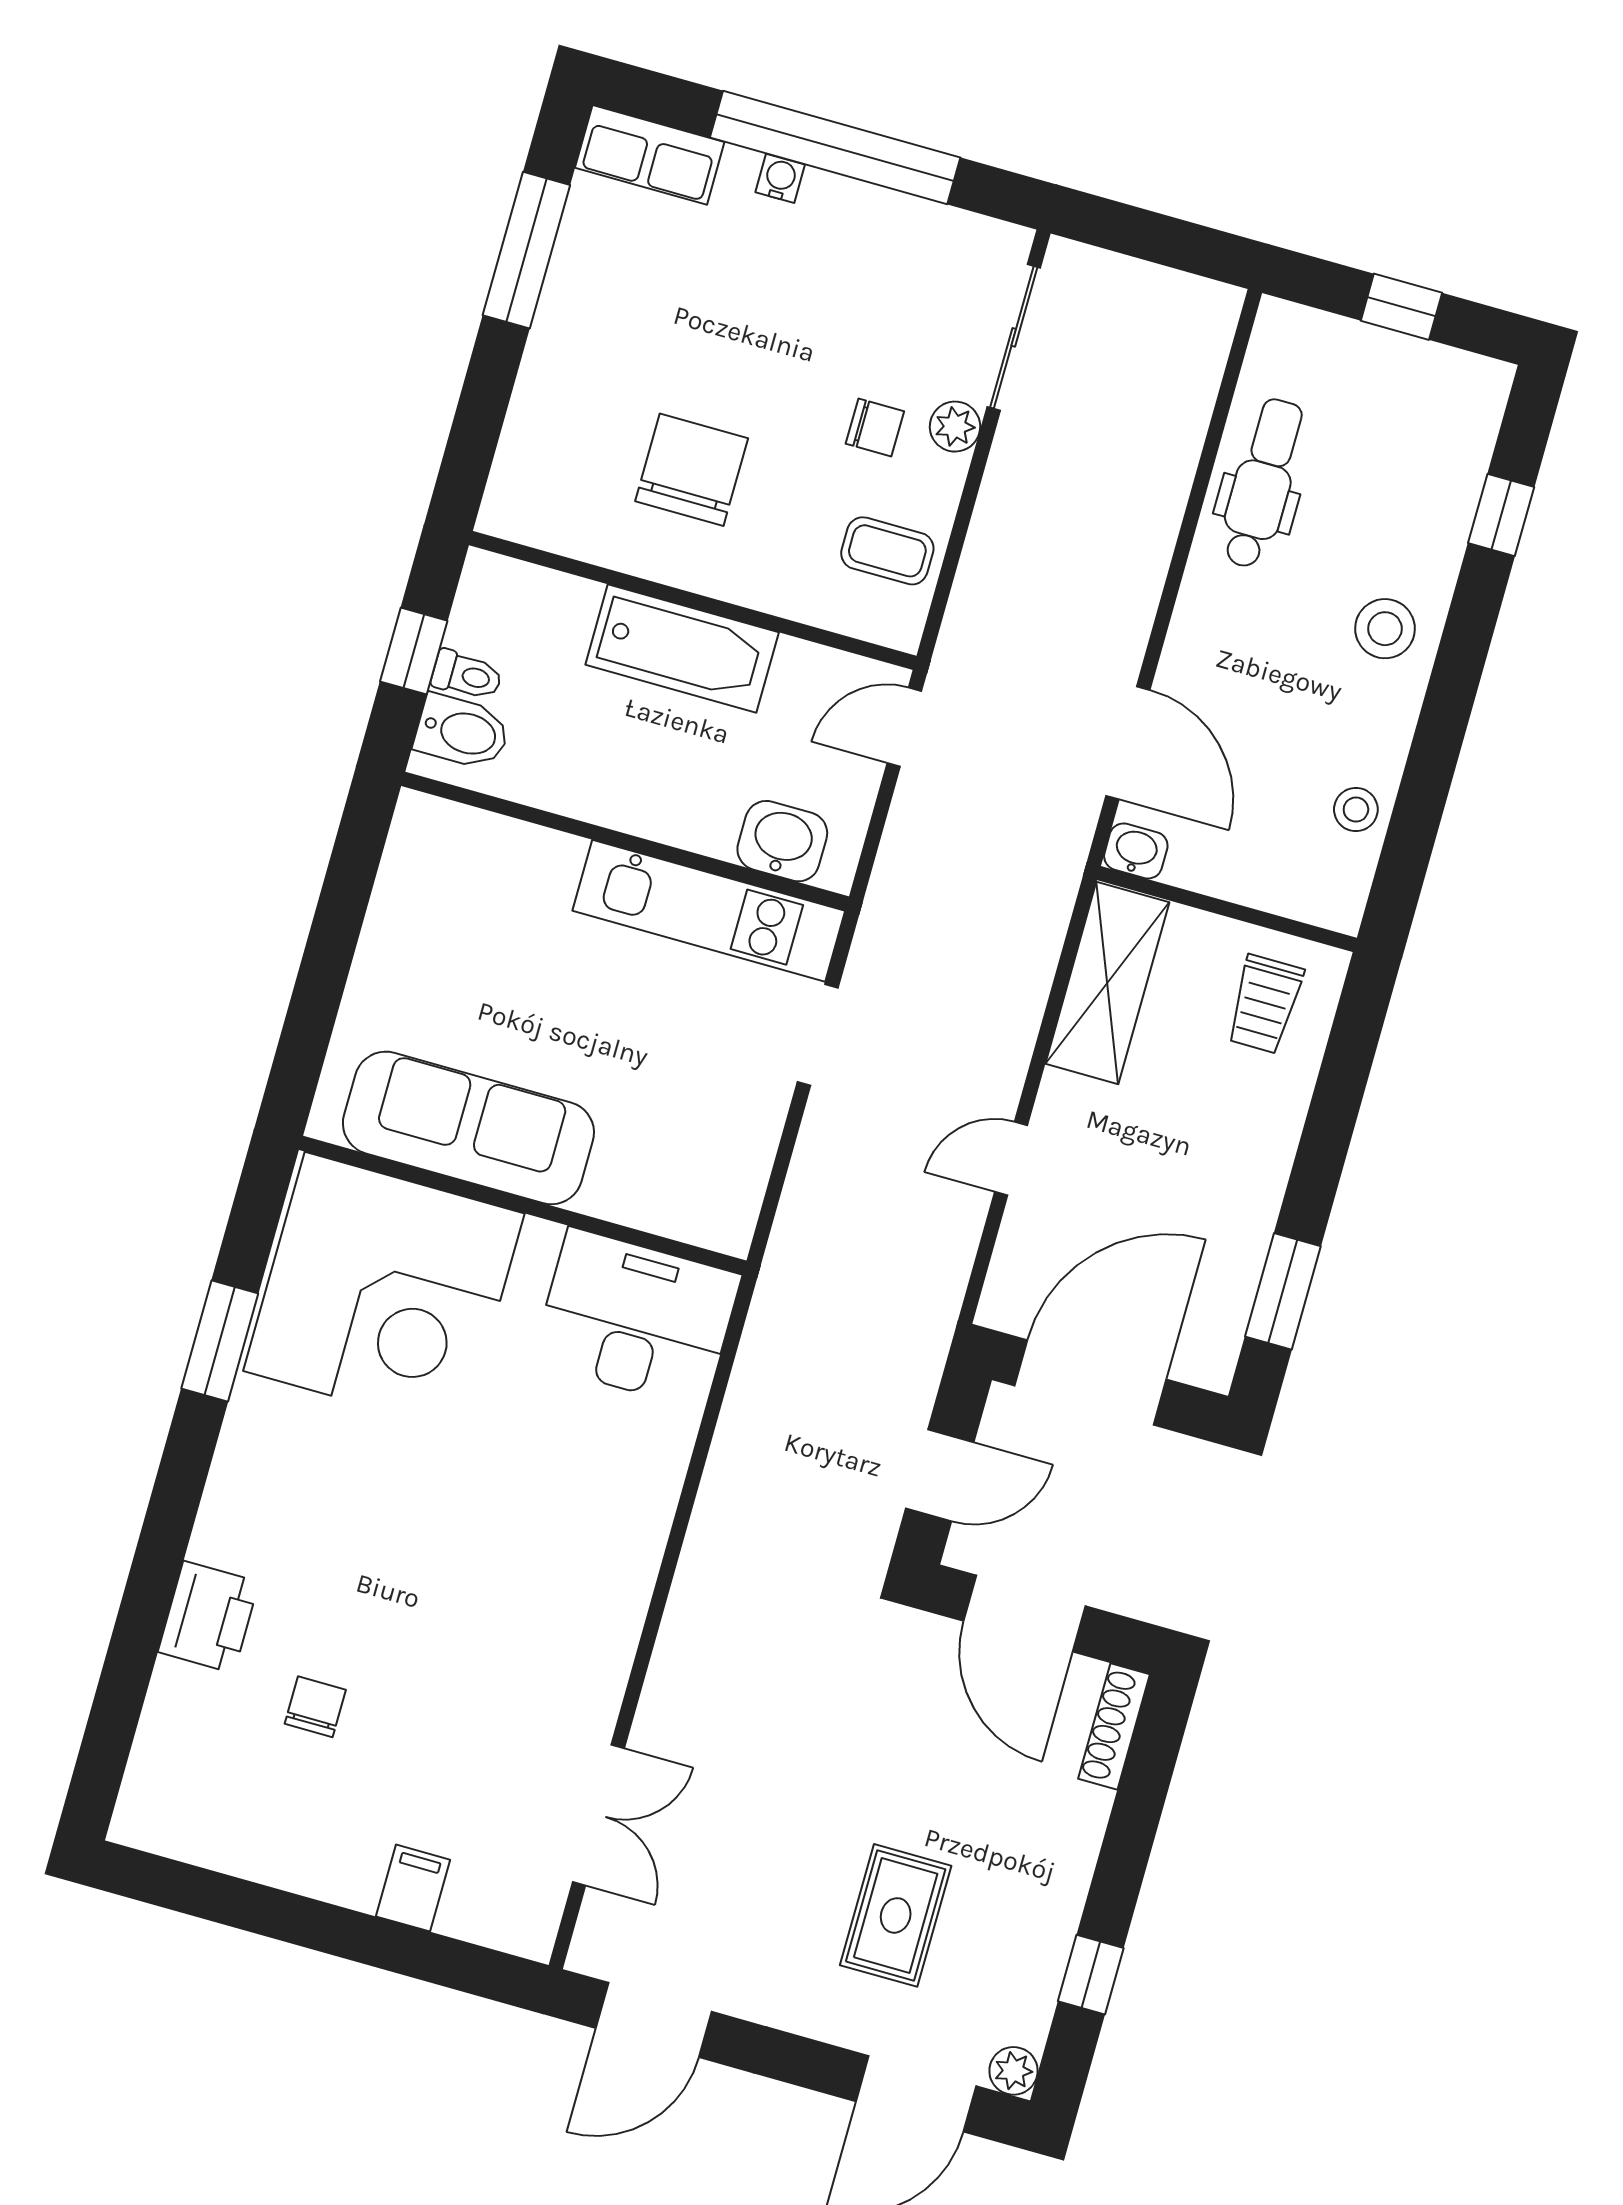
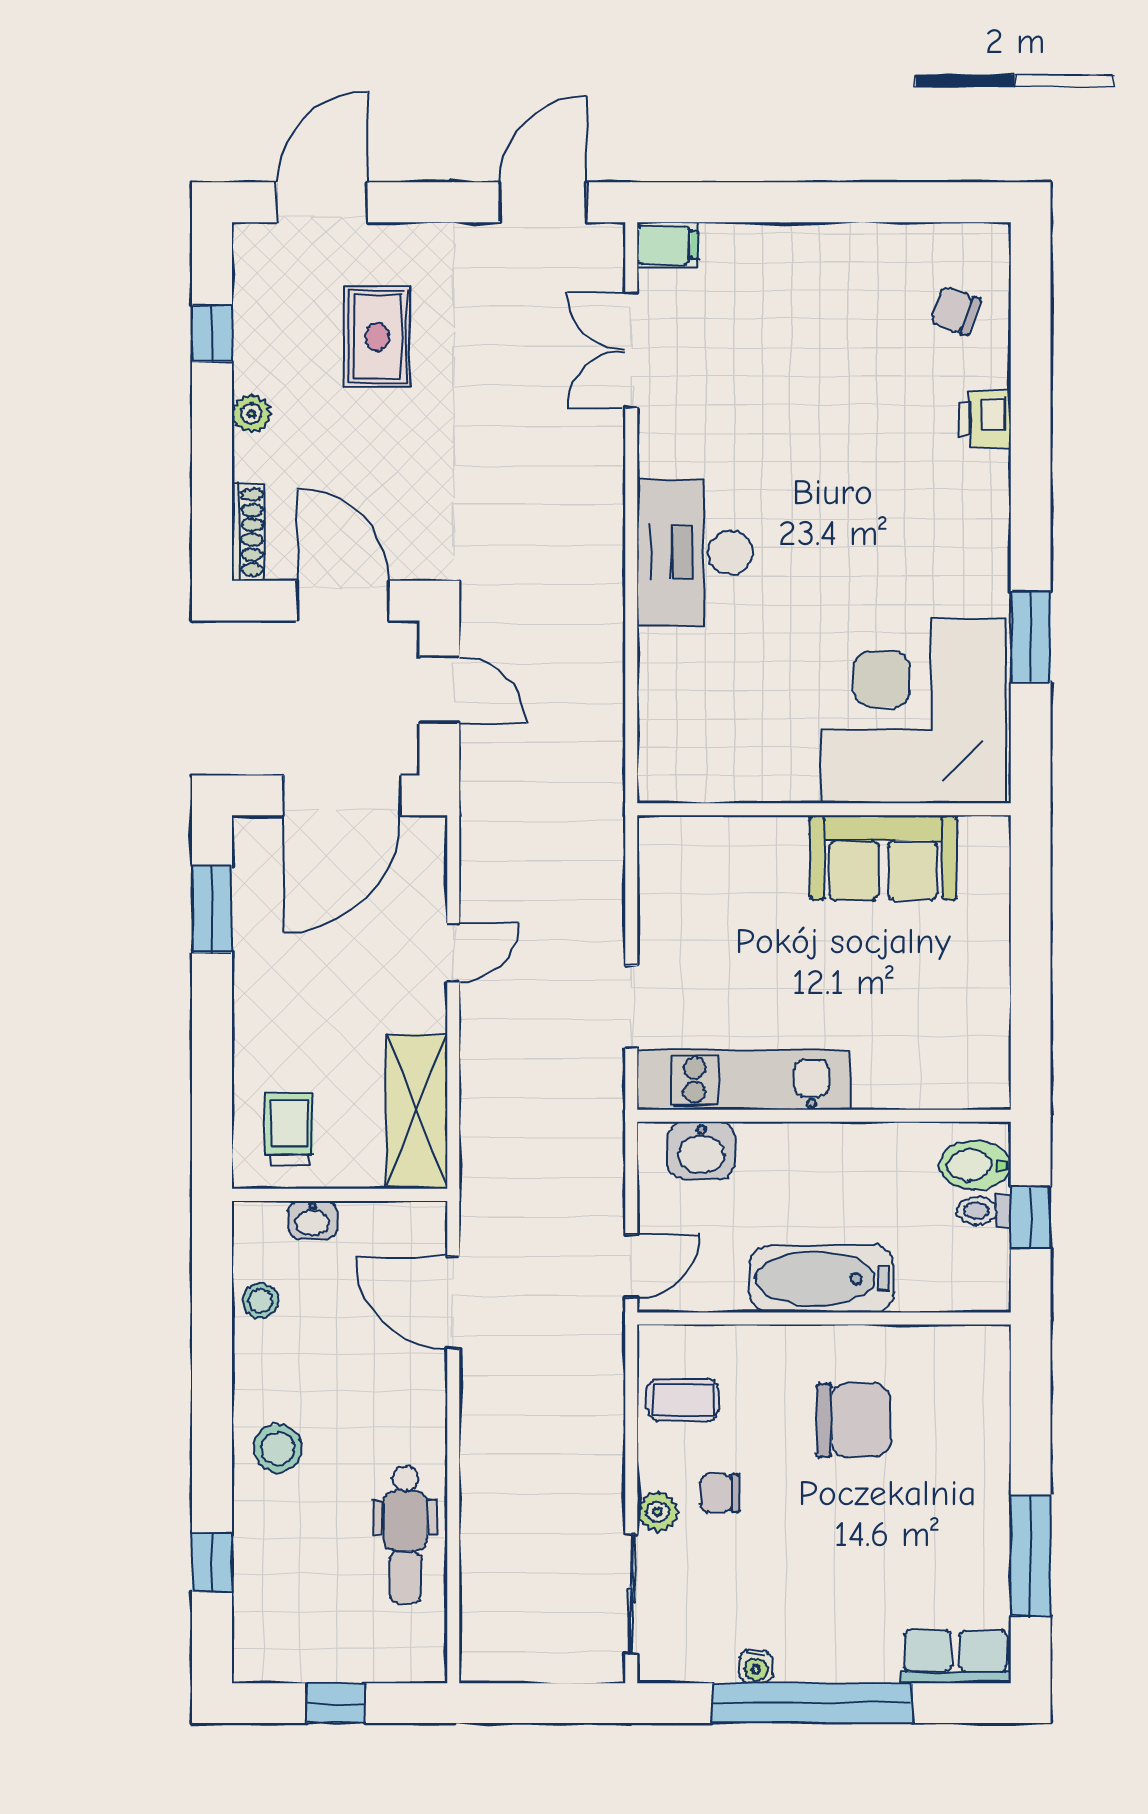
water cooler: (780, 178) -> (756, 1667), moved
chair: (692, 470) -> (854, 1420), turned -90
washbasin: (1136, 851) -> (313, 1220), moved
sofa: (468, 1128) -> (883, 858), width x0.73
desk: (636, 1319) -> (695, 553), moved, turned 90
door: (940, 1475) -> (439, 690), swing flipped
printer: (209, 1617) -> (985, 419), width x0.73, depth x0.81
chair: (315, 1707) -> (955, 311), moved, turned 110
filing cabinet: (413, 1888) -> (667, 245), moved, turned -90
plant: (1013, 2071) -> (251, 414), moved

